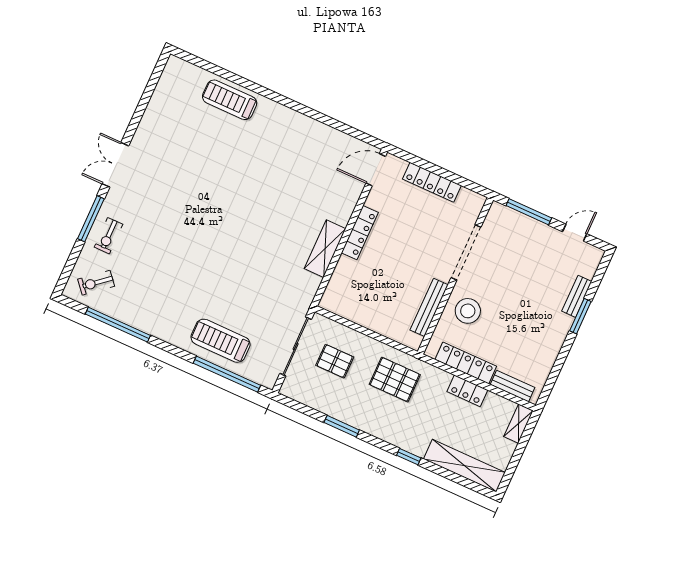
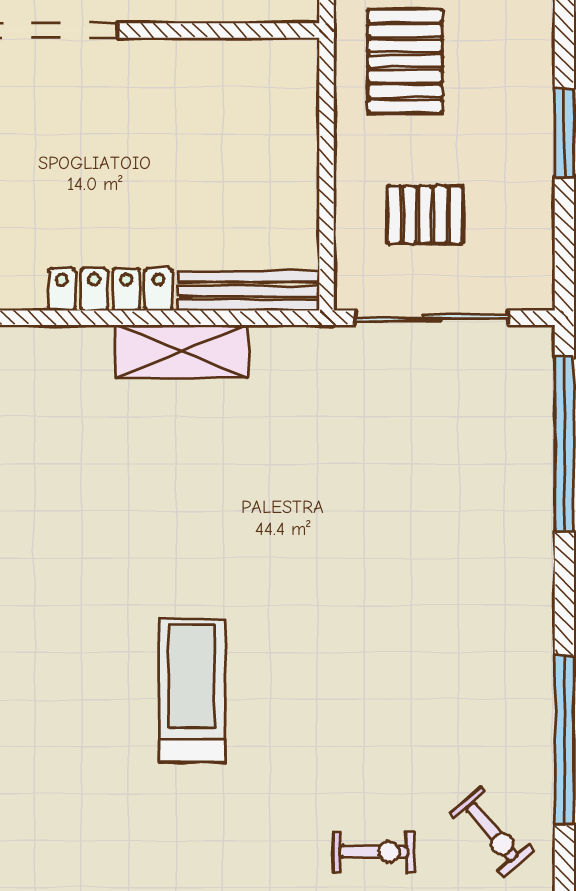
bench: (429, 307) -> (249, 291), moved
treadmill: (220, 341) -> (192, 690), moved, turned 180
pallet: (335, 361) -> (425, 215), turned 90

